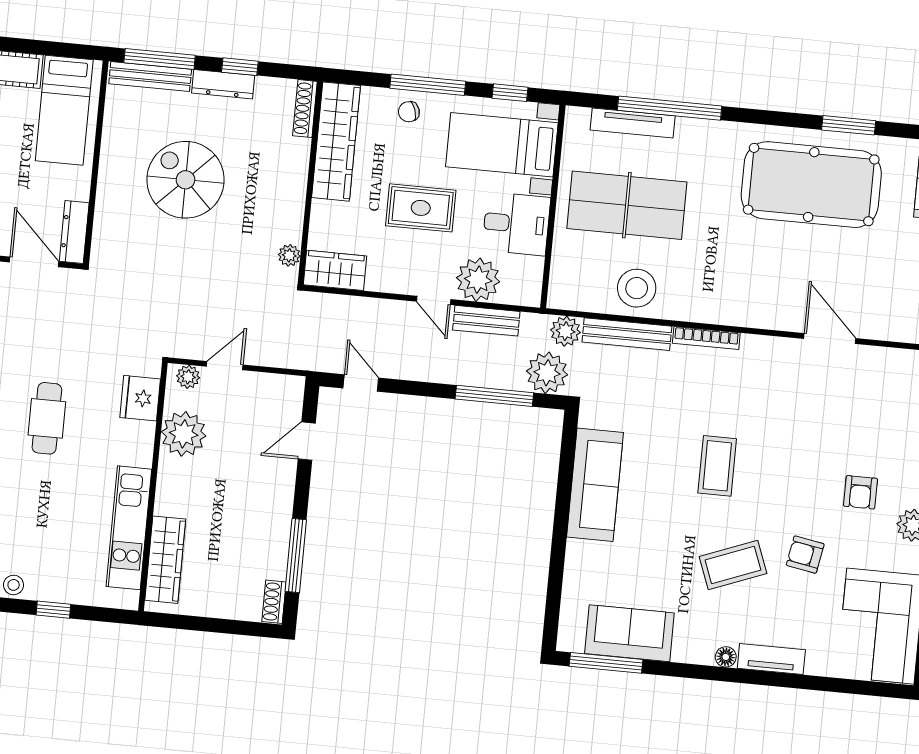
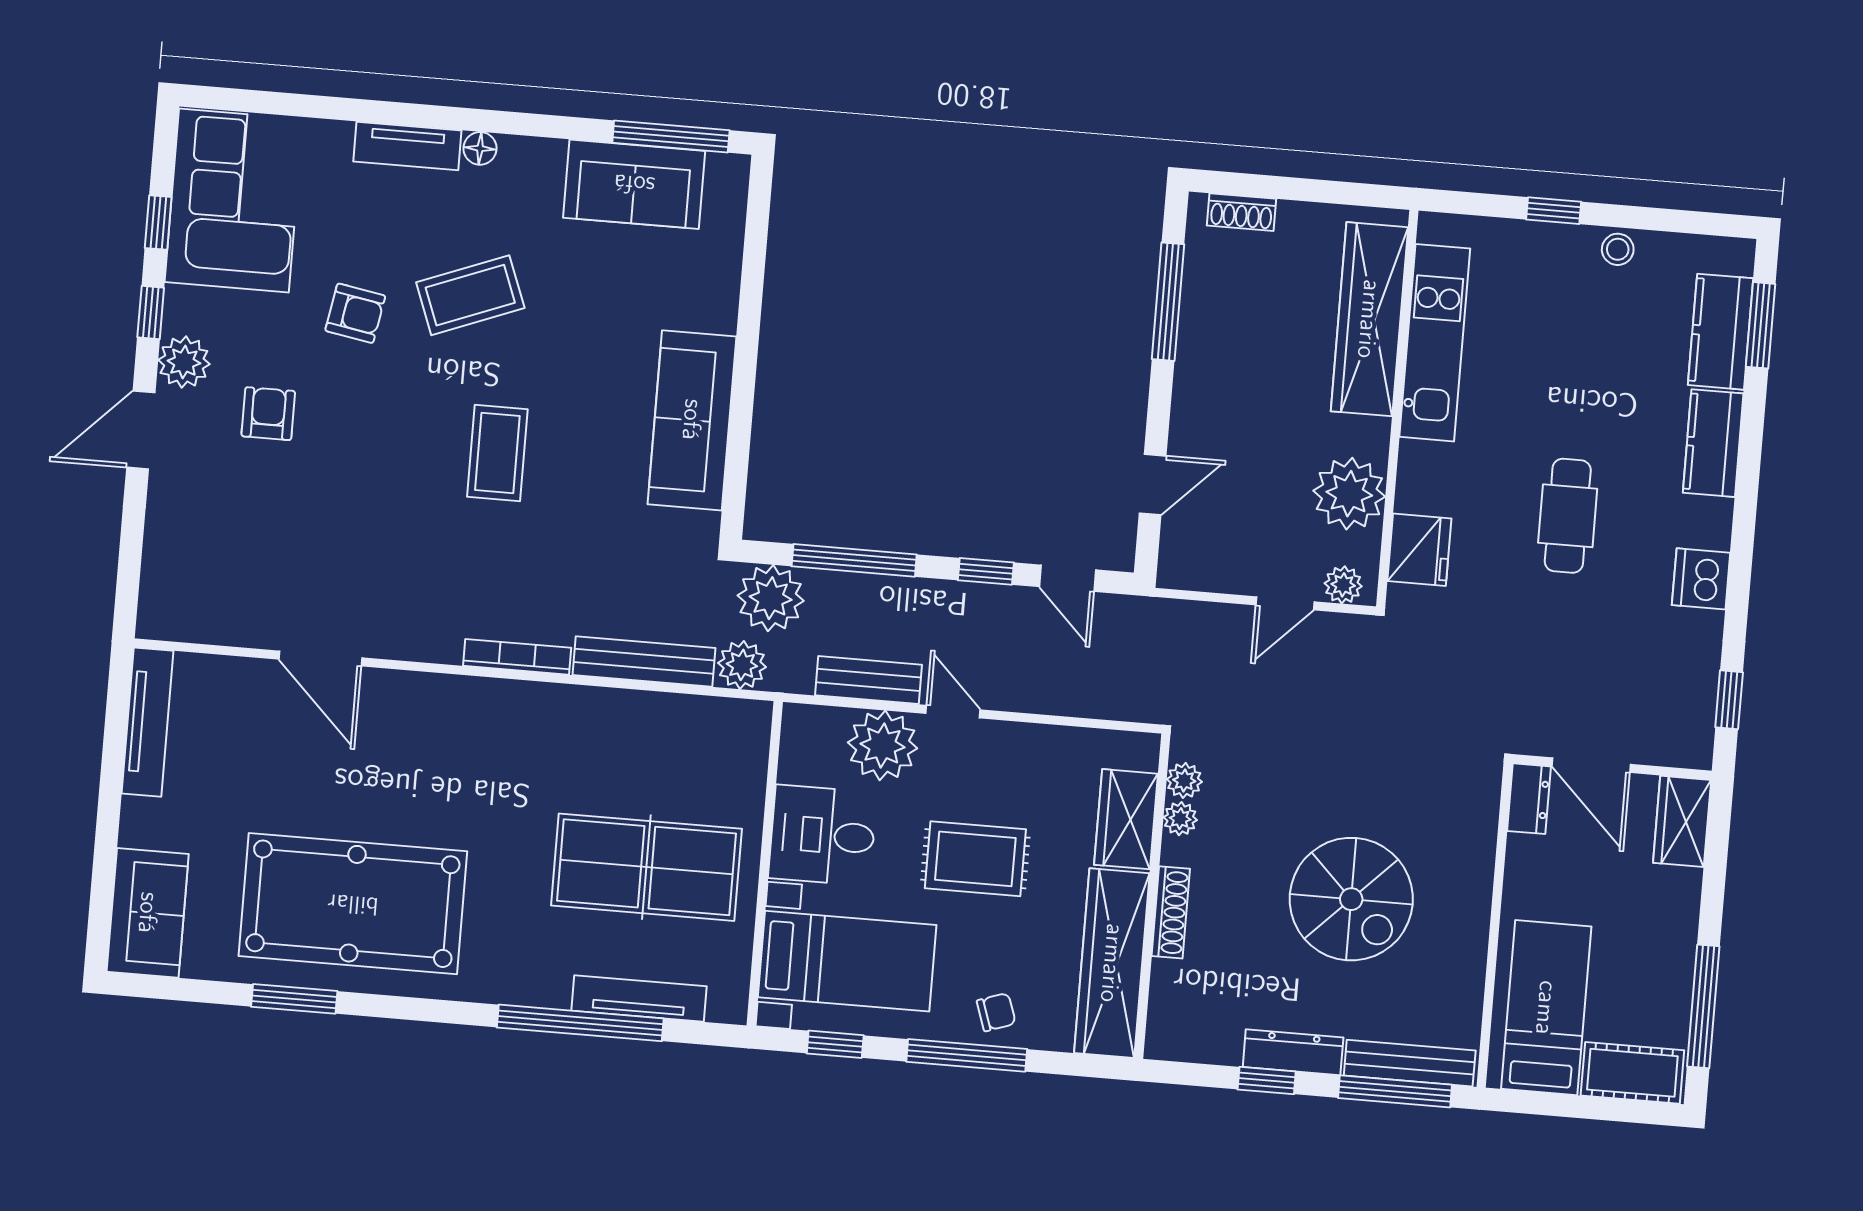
shoe rack: (305, 109) -> (1171, 912), moved
dresser: (74, 232) -> (1529, 799), width x0.70
plant: (292, 232) -> (1180, 819), added
wardrobe: (335, 270) -> (1126, 819), moved, turned 90
stool: (637, 288) -> (629, 735), removed
window: (412, 388) -> (986, 571), added
wardrobe: (165, 560) -> (1369, 319), width x1.40, depth x1.17
shoe rack: (274, 602) -> (1242, 212), moved, turned 90

